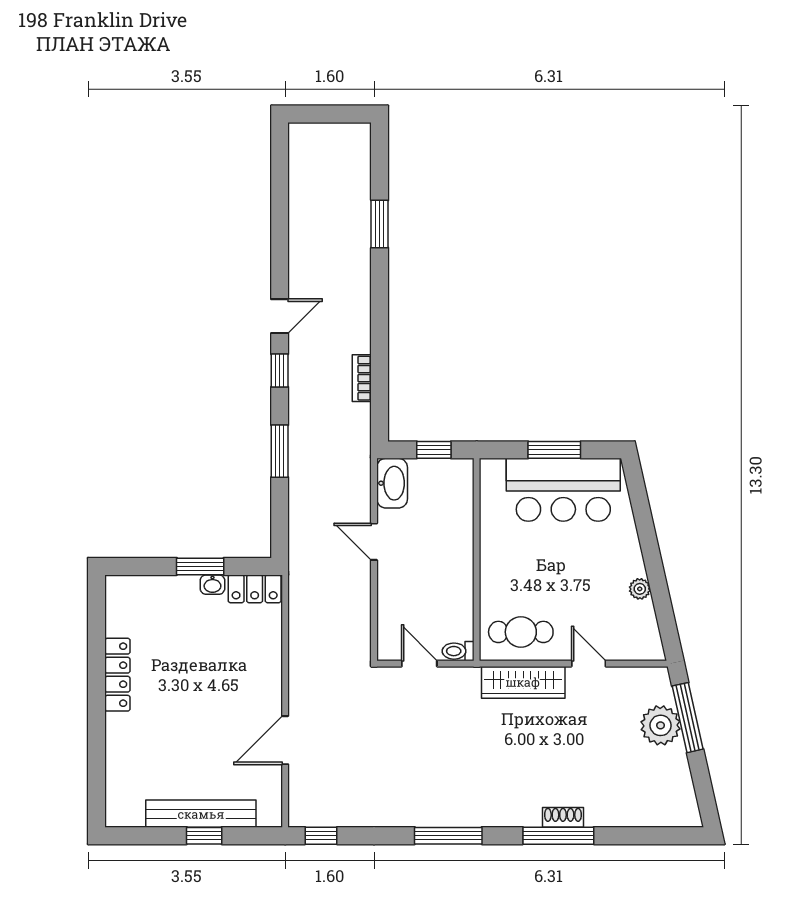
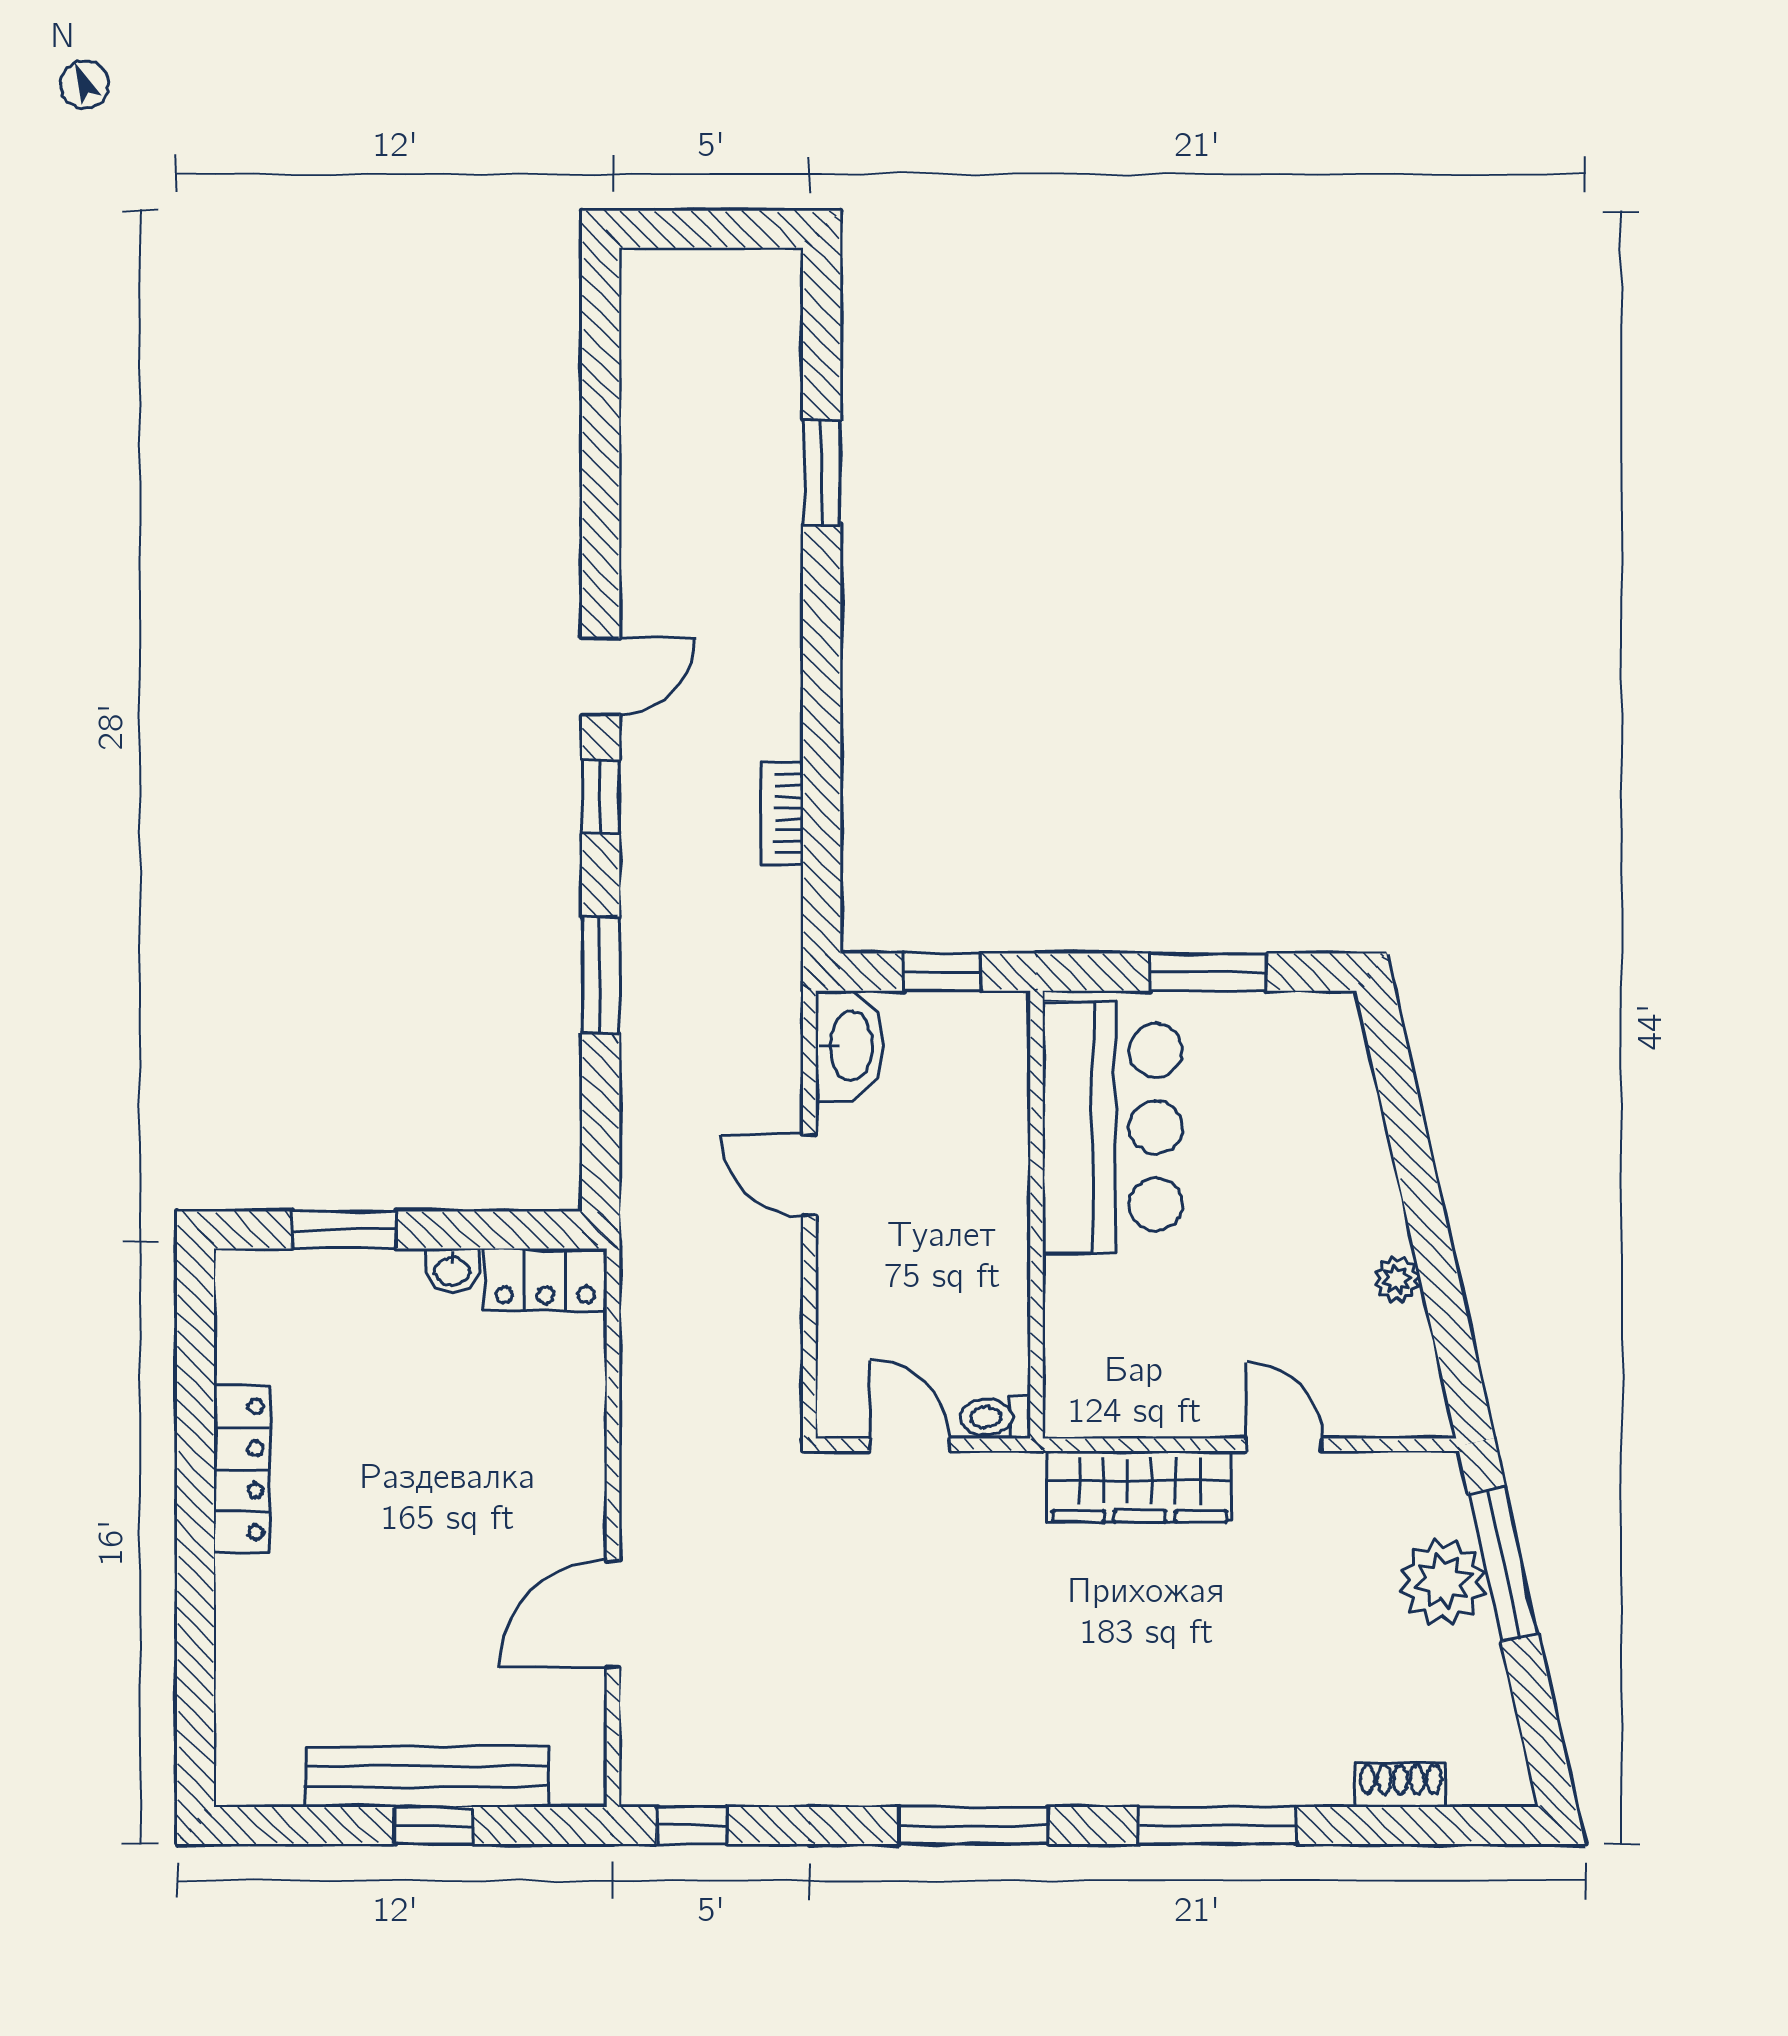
bar counter: (563, 490) -> (1113, 1127), moved, turned -90
window: (200, 566) -> (344, 1230), moved
cafe table: (521, 632) -> (1134, 1375), removed
shoe rack: (563, 817) -> (1401, 1785), moved

